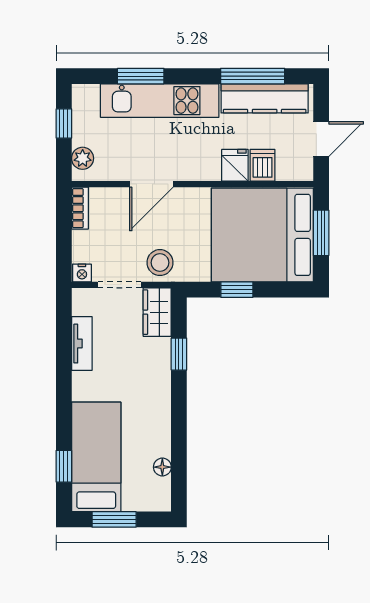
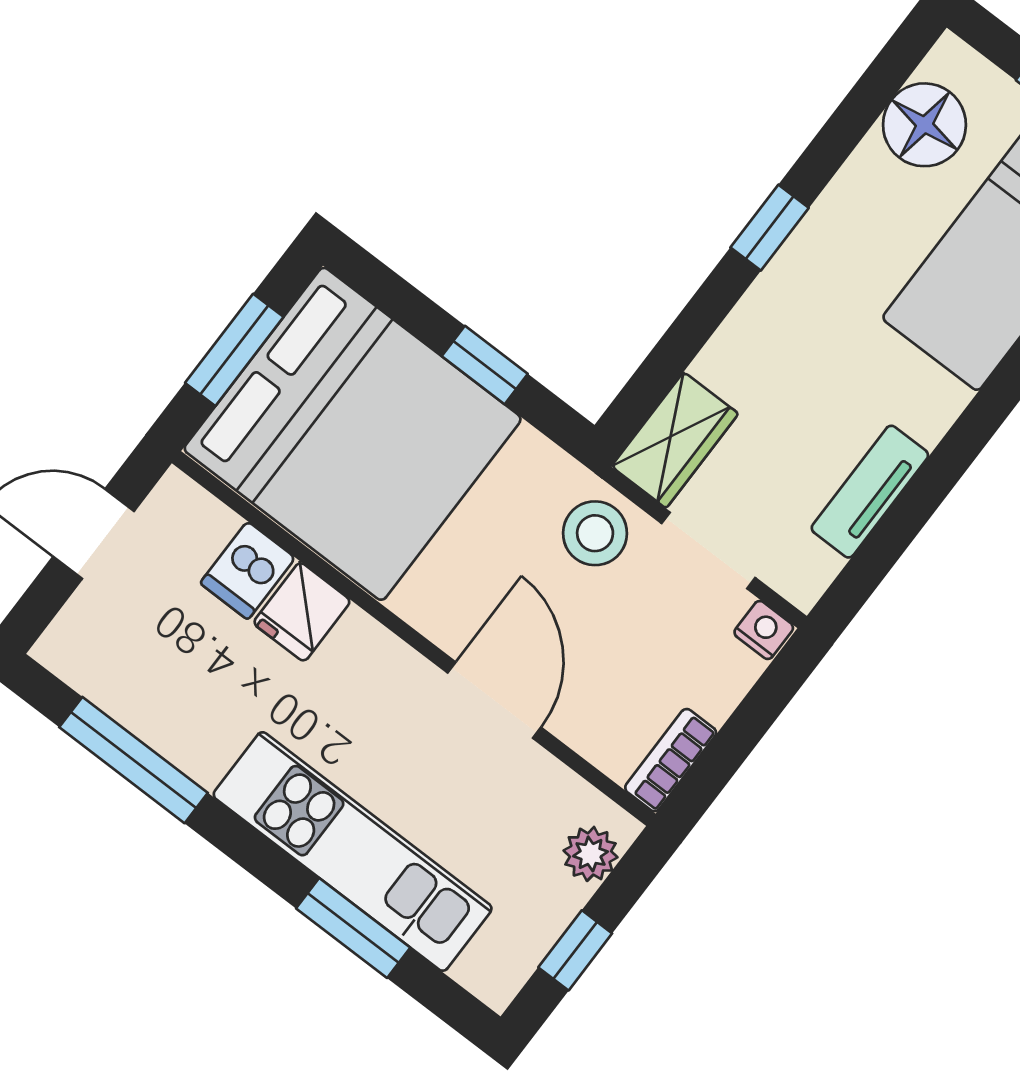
kitchen counter: (265, 98) -> (143, 698), removed
door: (151, 184) -> (494, 700), hinge flipped
window: (179, 354) -> (770, 228), moved
floor lamp: (162, 467) -> (924, 125), width x1.89, depth x1.89

